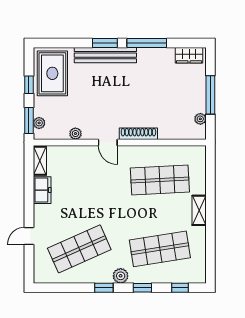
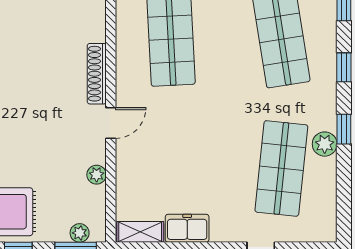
shop shelf: (79, 249) -> (281, 168), turned 30
plant: (121, 276) -> (325, 144), moved

